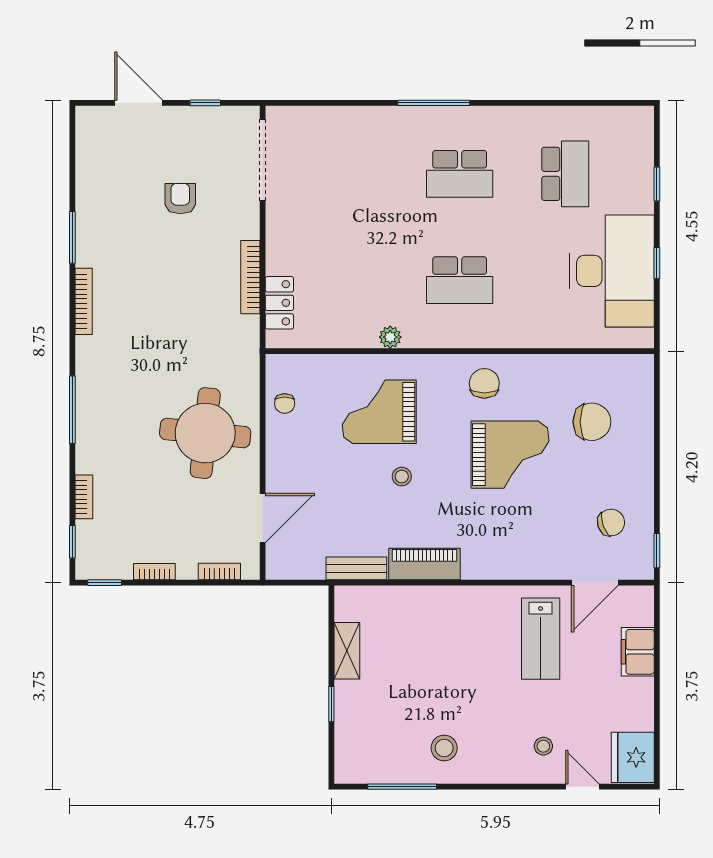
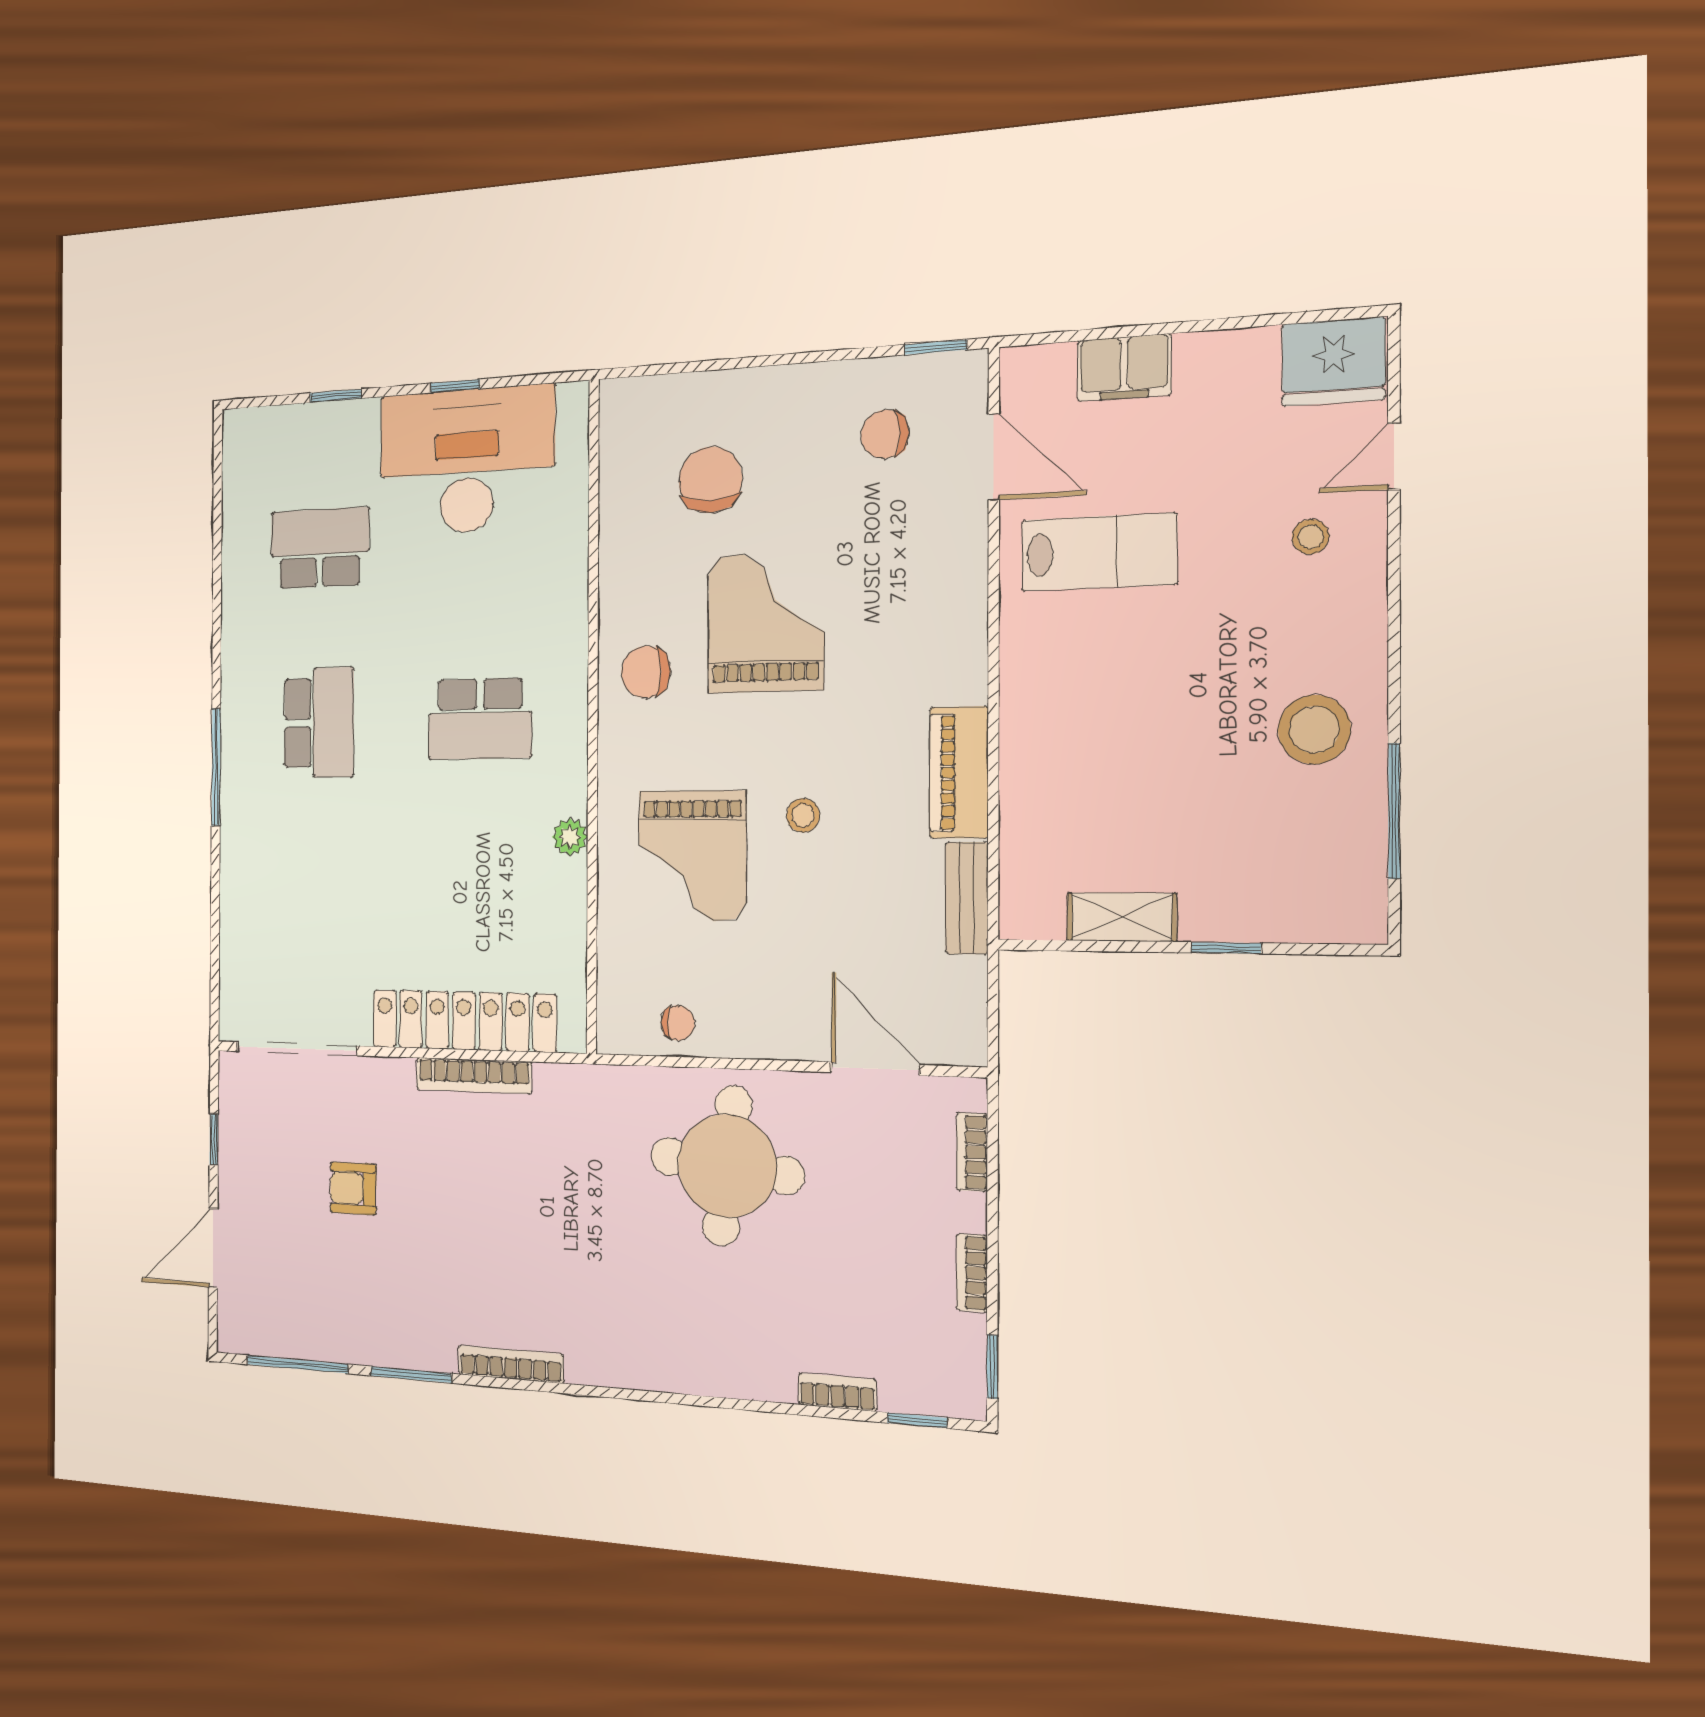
school desk: (460, 280) -> (480, 719), turned 90
locker: (279, 303) -> (464, 1021), width x2.16, depth x1.21
window: (72, 410) -> (297, 1364), moved
chair: (611, 523) -> (885, 434), turned -70
stool: (444, 748) -> (1314, 730), width x1.38, depth x1.38

